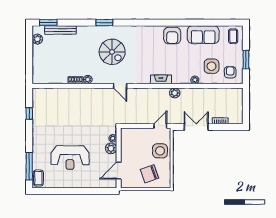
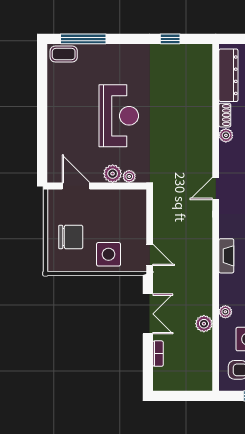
dresser: (51, 78) -> (228, 75), added
plant: (175, 93) -> (204, 324), moved
reception desk: (70, 158) -> (119, 116), moved, turned 180
chair: (149, 174) -> (71, 237), turned 110

